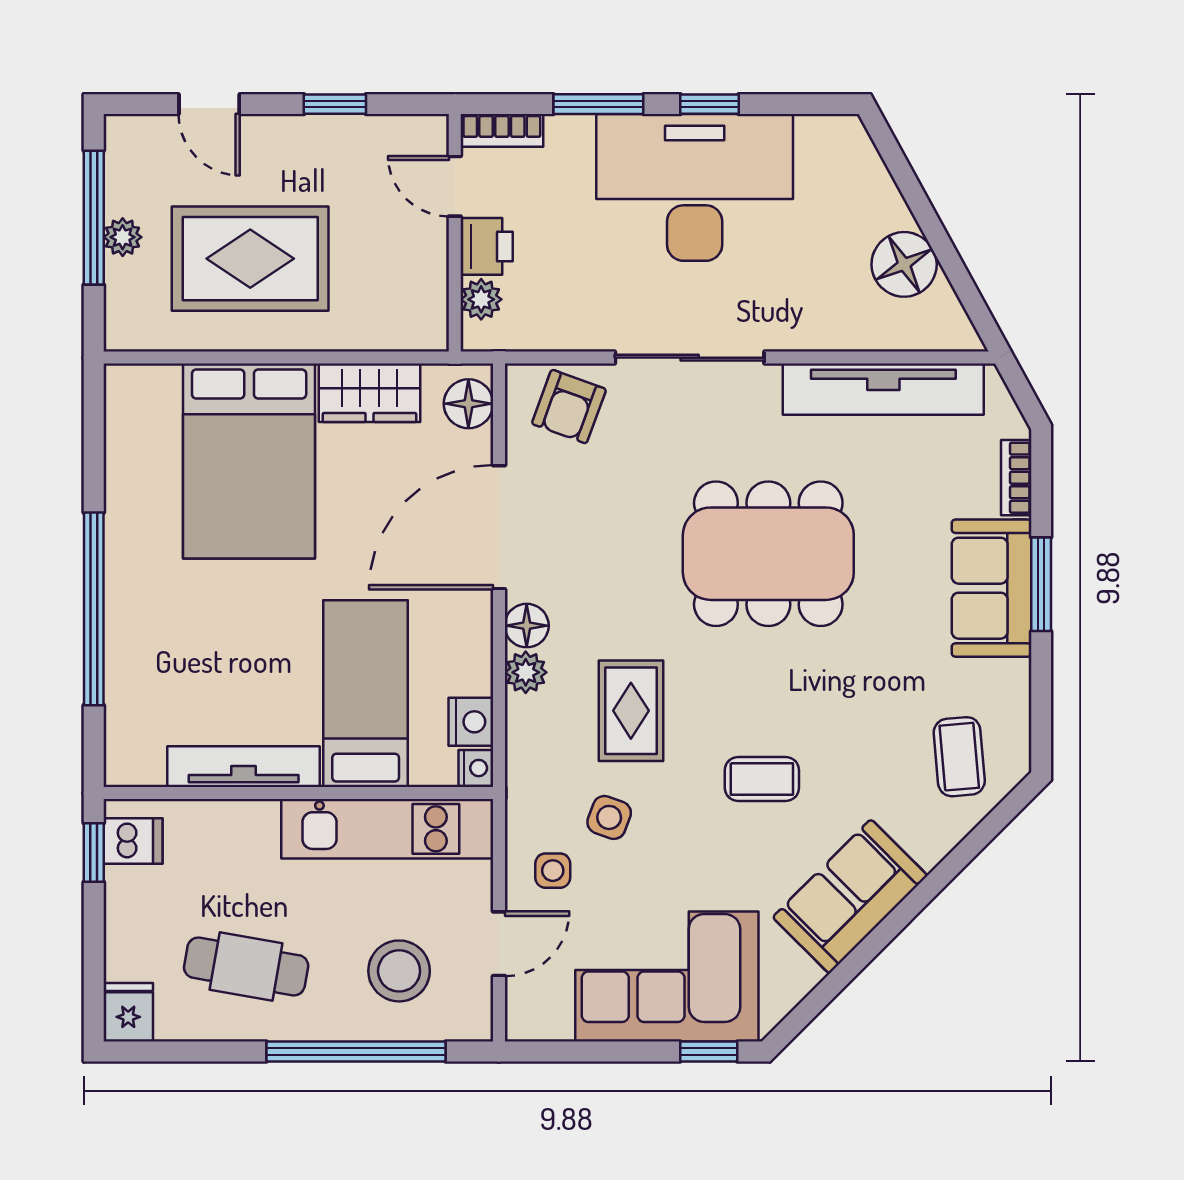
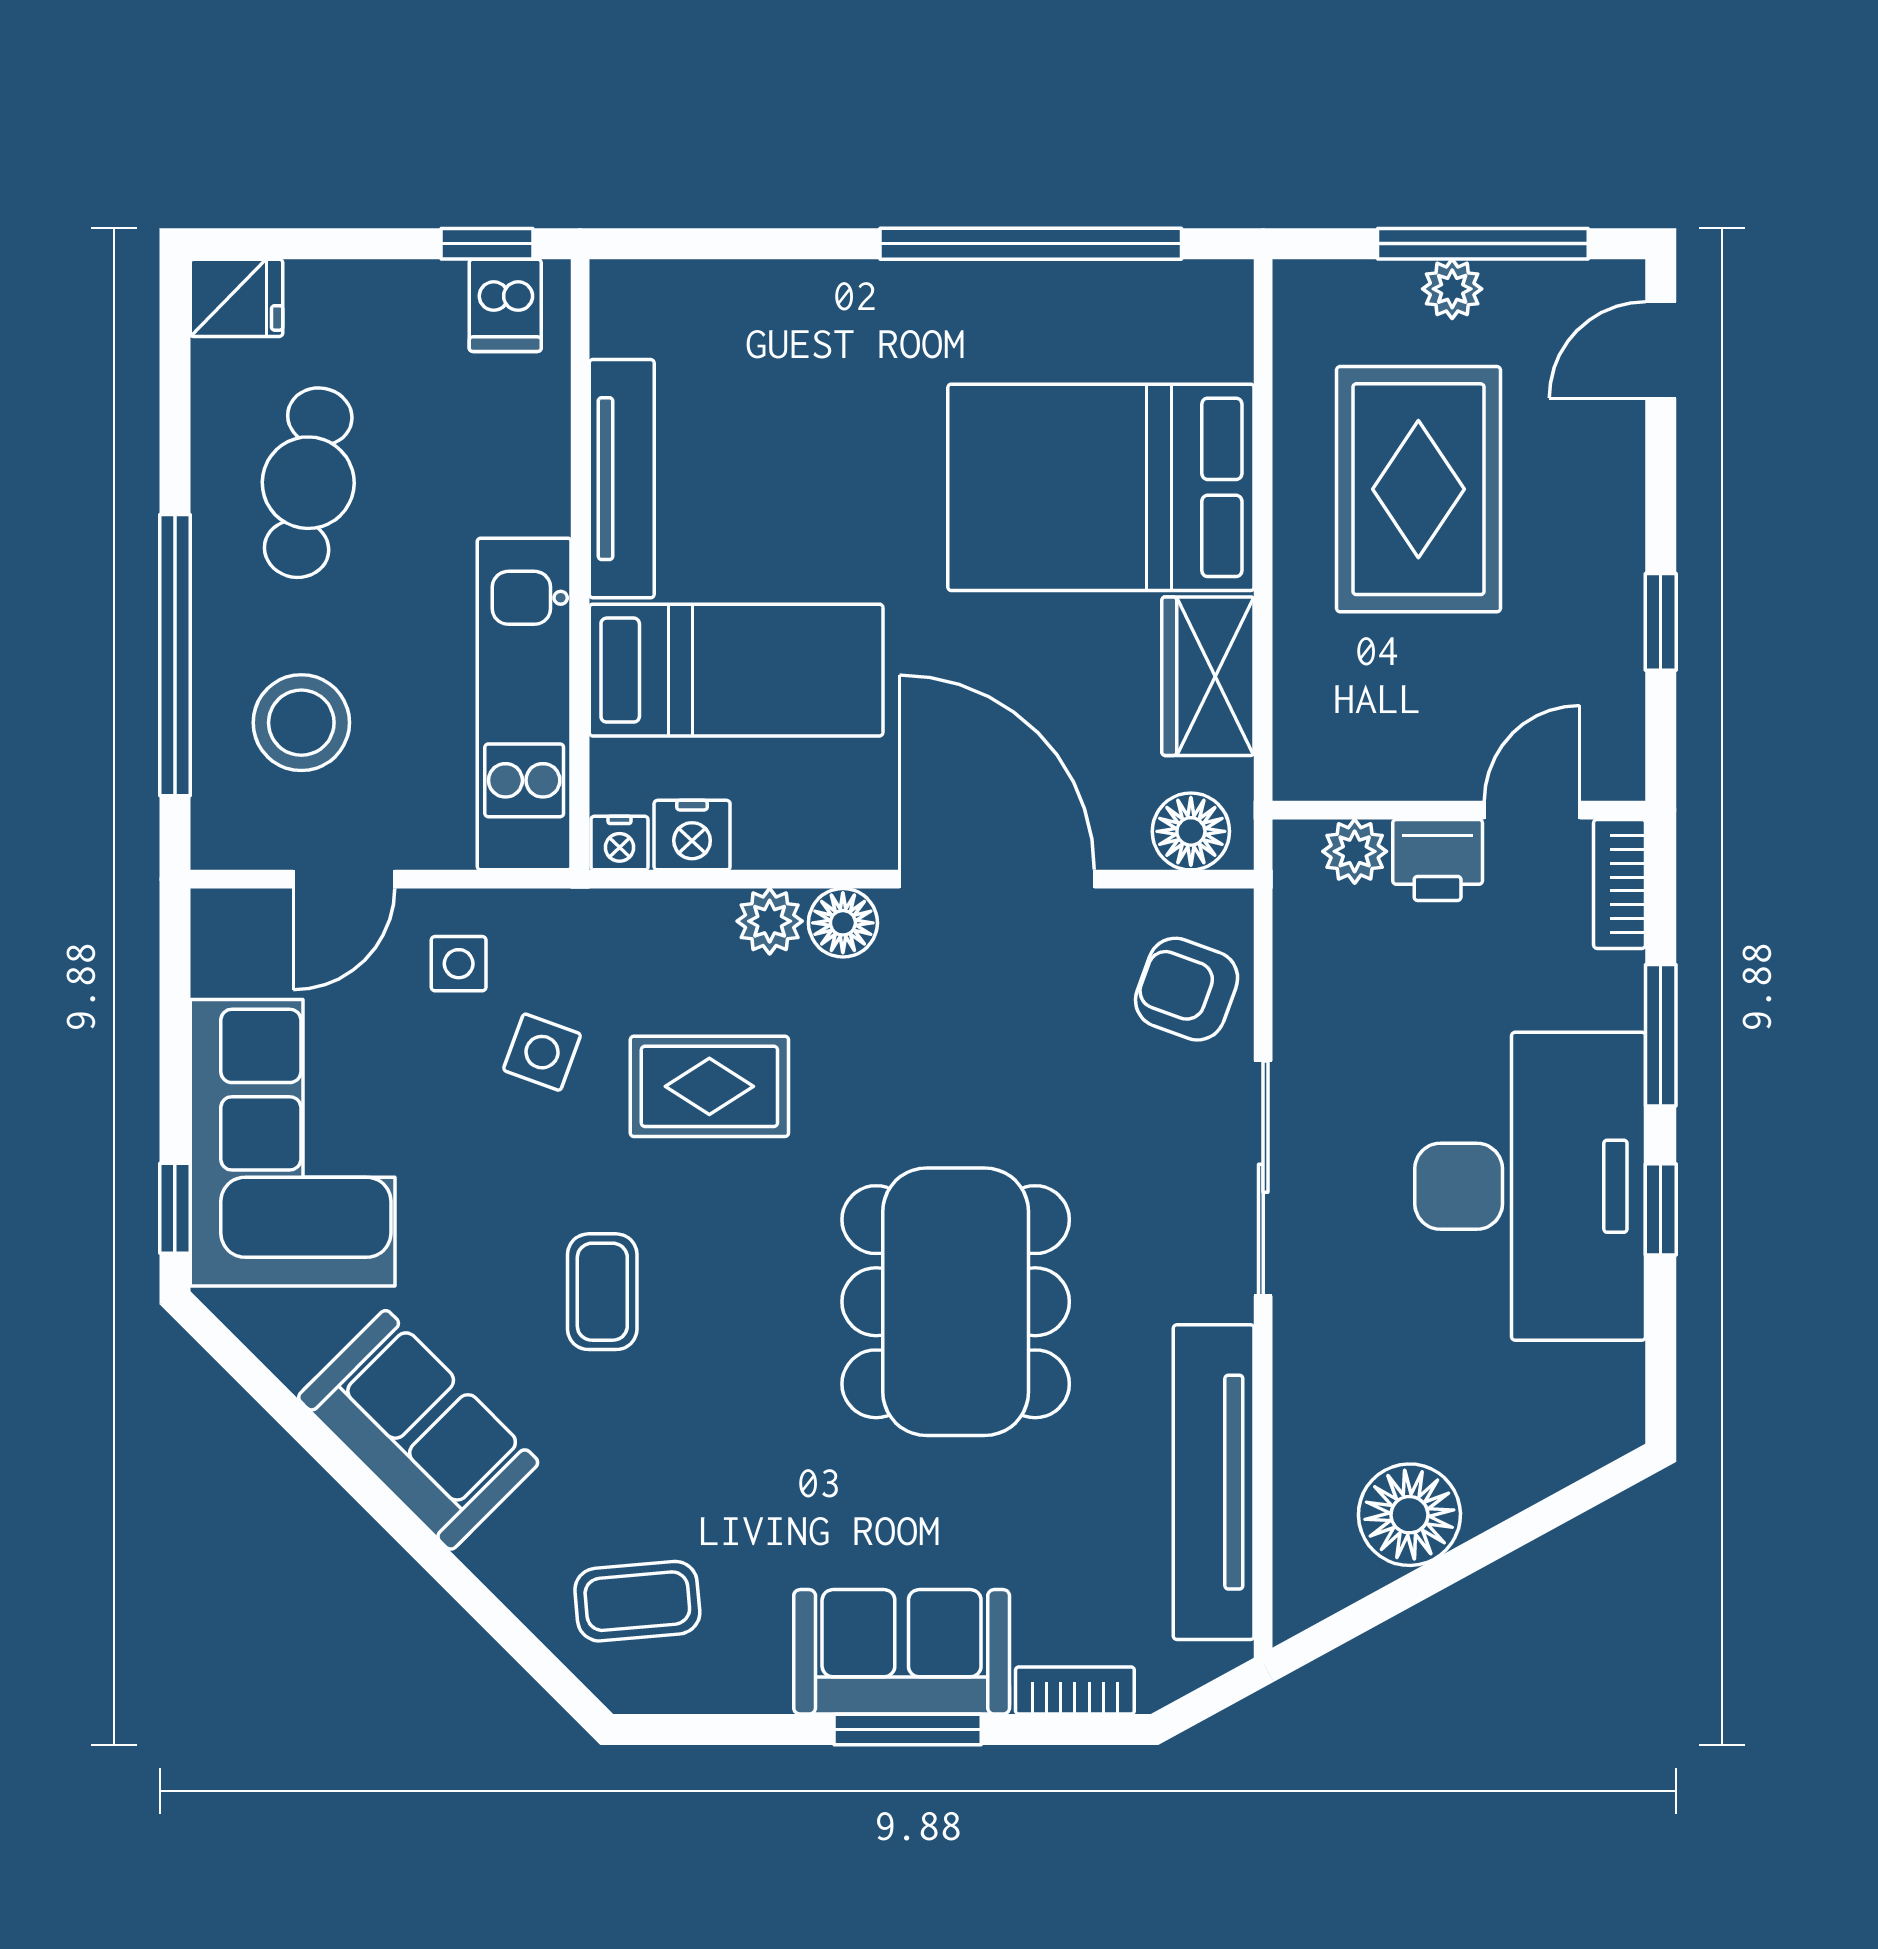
door: (209, 104) -> (1661, 350), moved
window: (94, 609) -> (1031, 244), moved
door: (499, 944) -> (344, 879), hinge flipped

